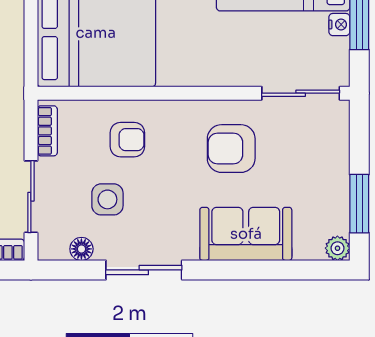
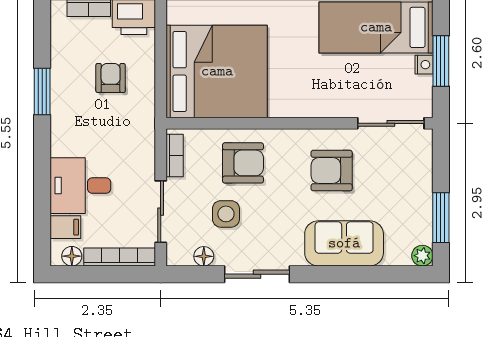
armchair: (127, 140) -> (243, 163), width x1.38, depth x1.38

